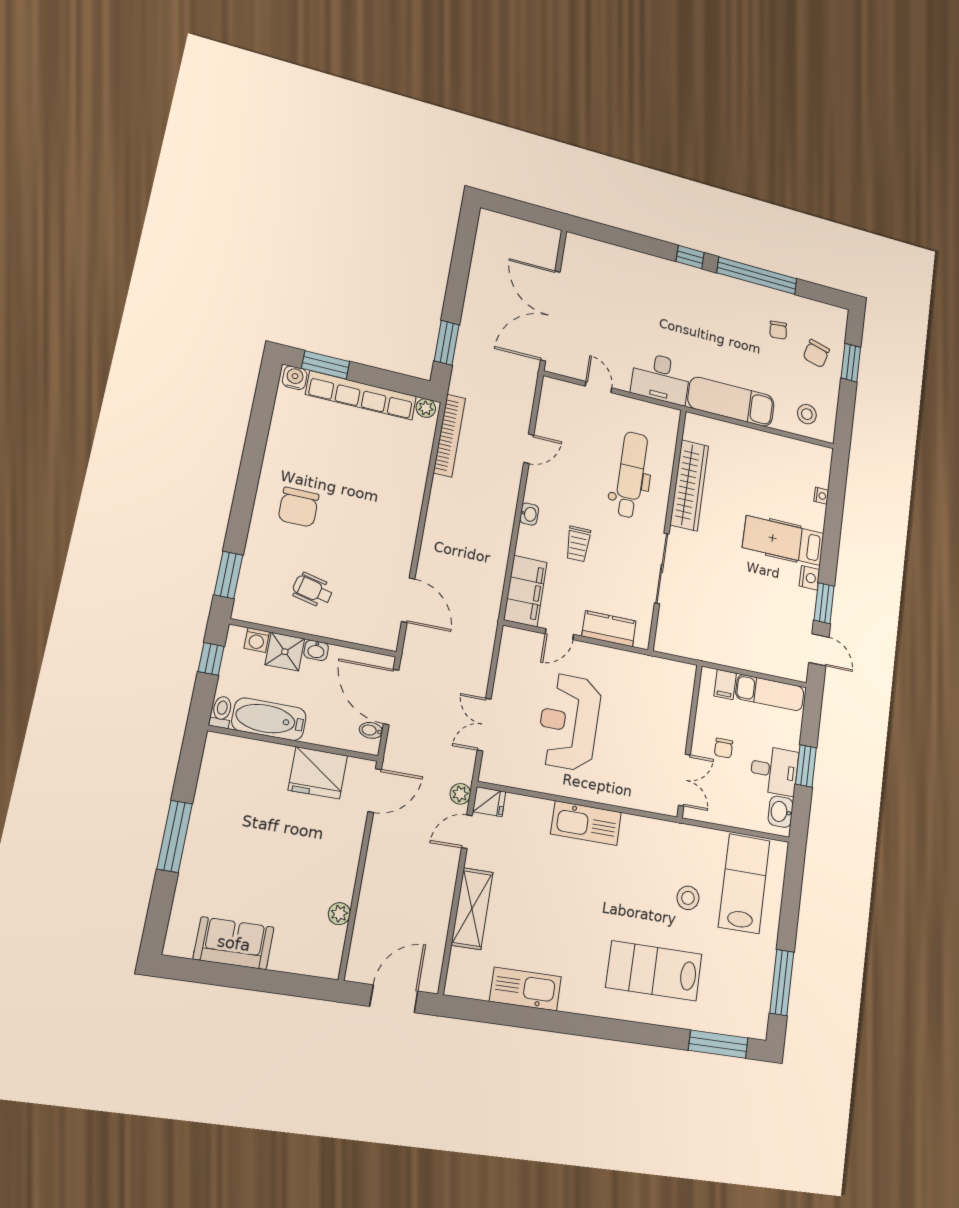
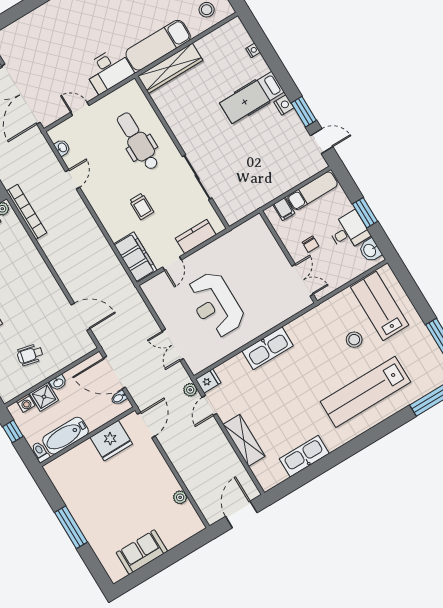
wardrobe: (689, 485) -> (170, 68), moved, turned 90
washbasin: (529, 514) -> (62, 148), moved
lab bench: (654, 971) -> (365, 392), width x1.36

